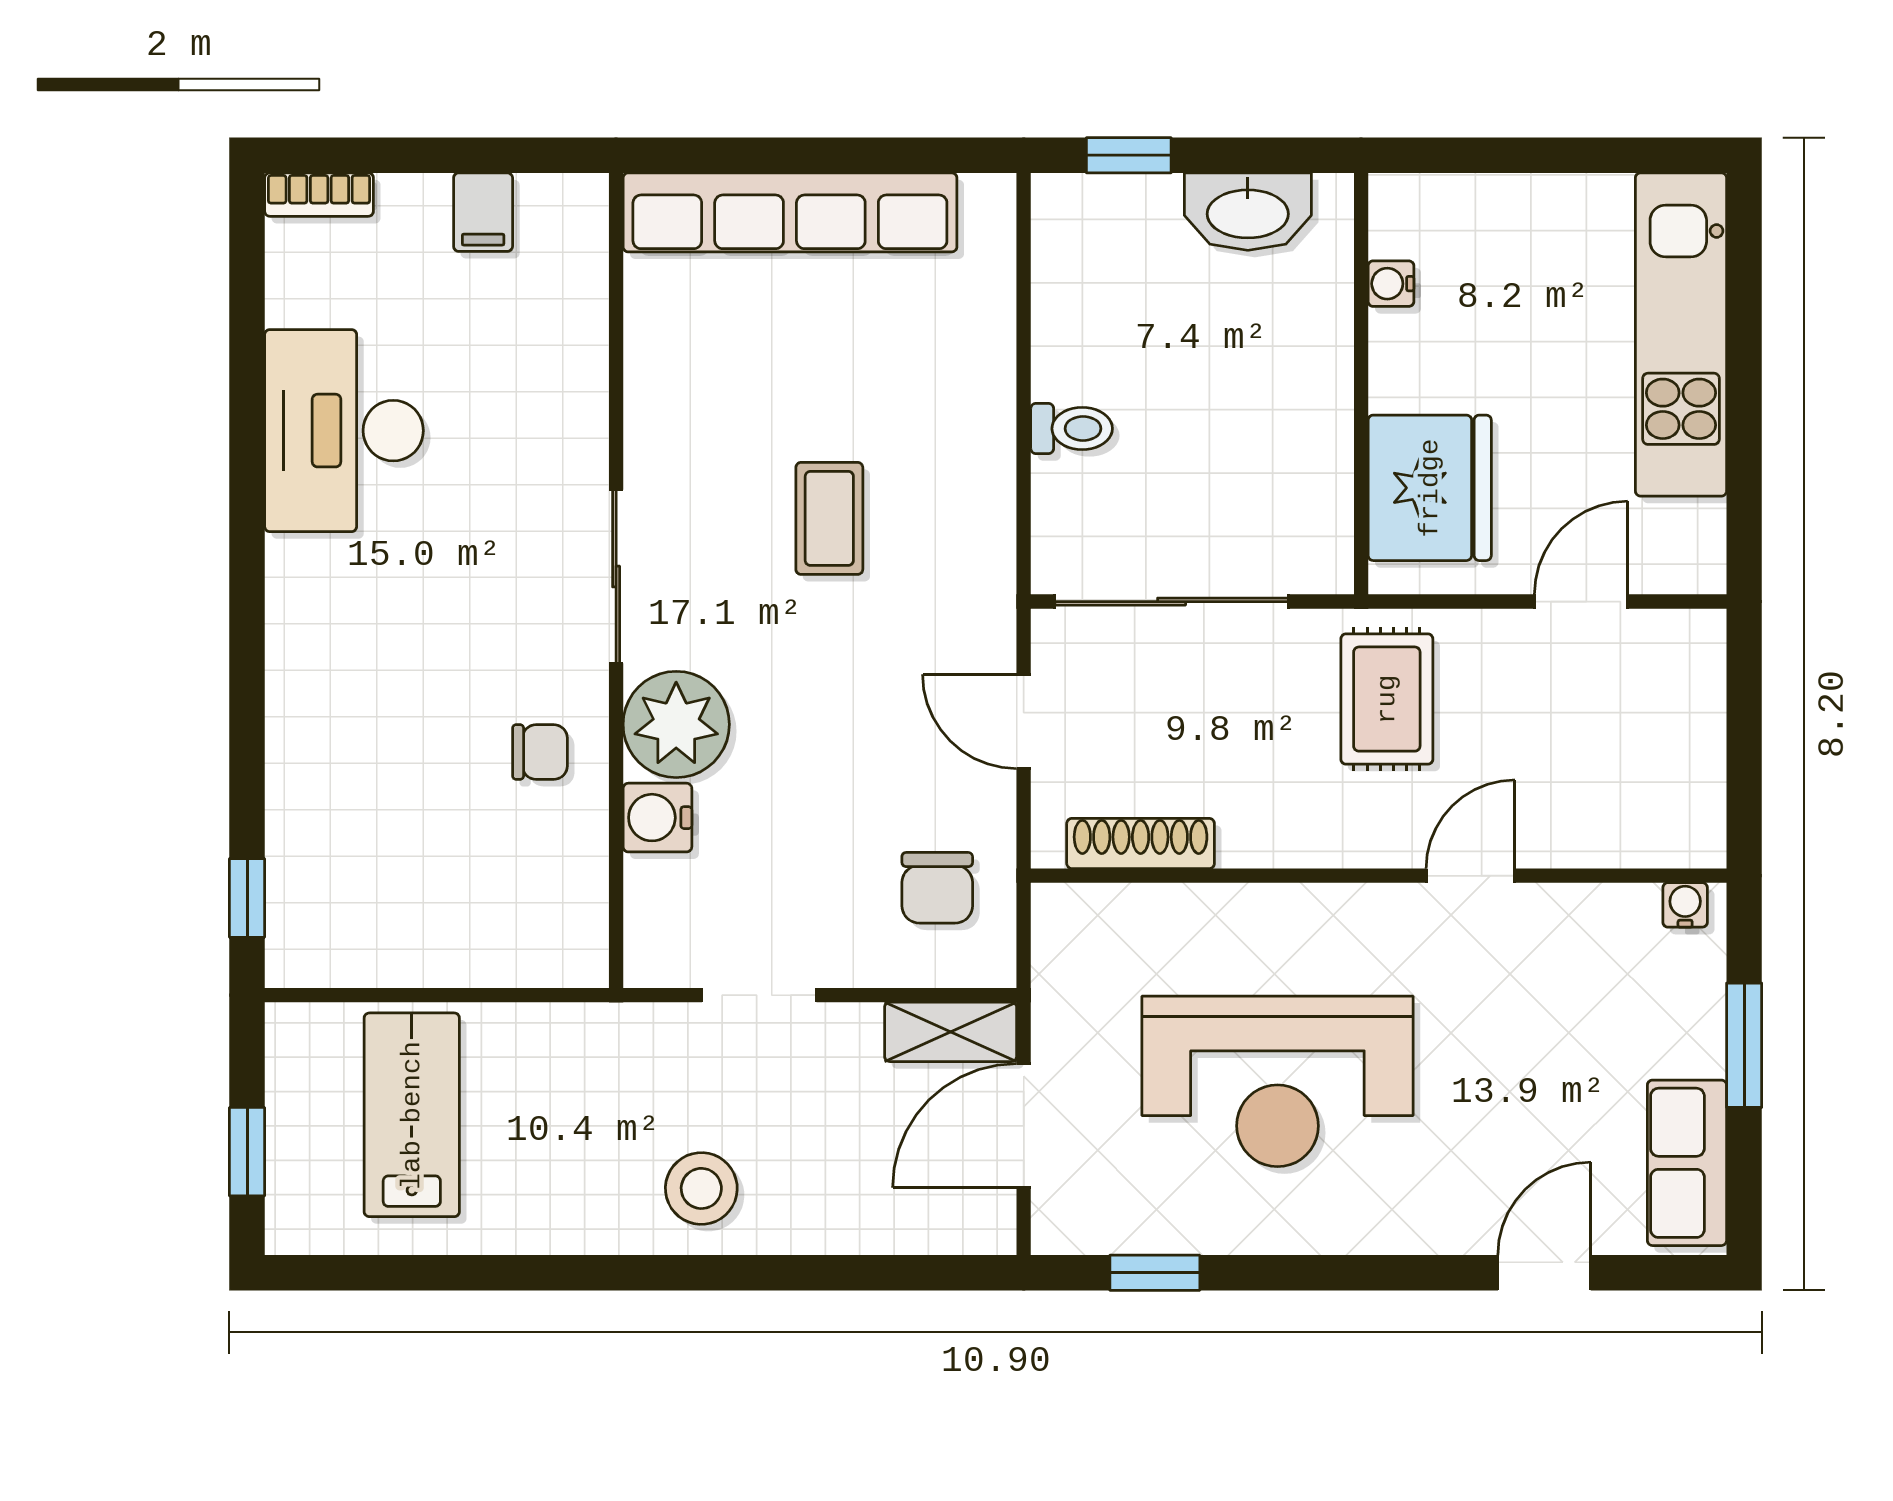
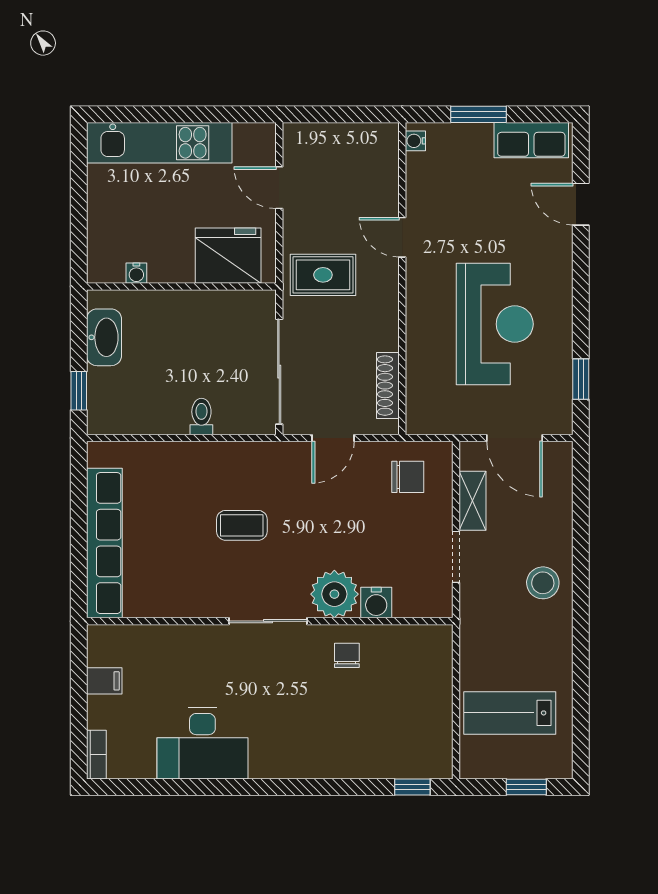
shelving: (951, 1032) -> (472, 501), moved

